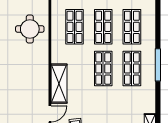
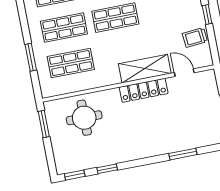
locker: (42, 80) -> (144, 90), added

